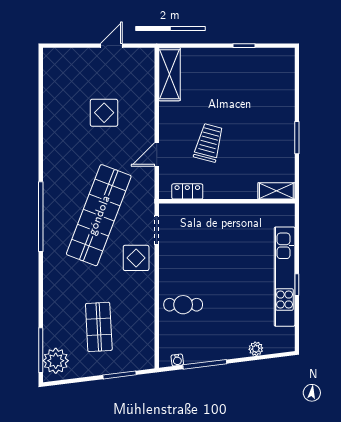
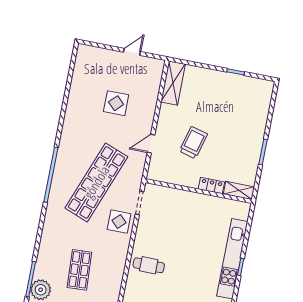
locker: (187, 191) -> (211, 186), moved

